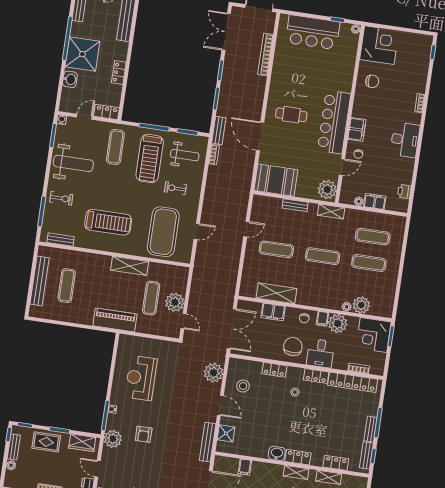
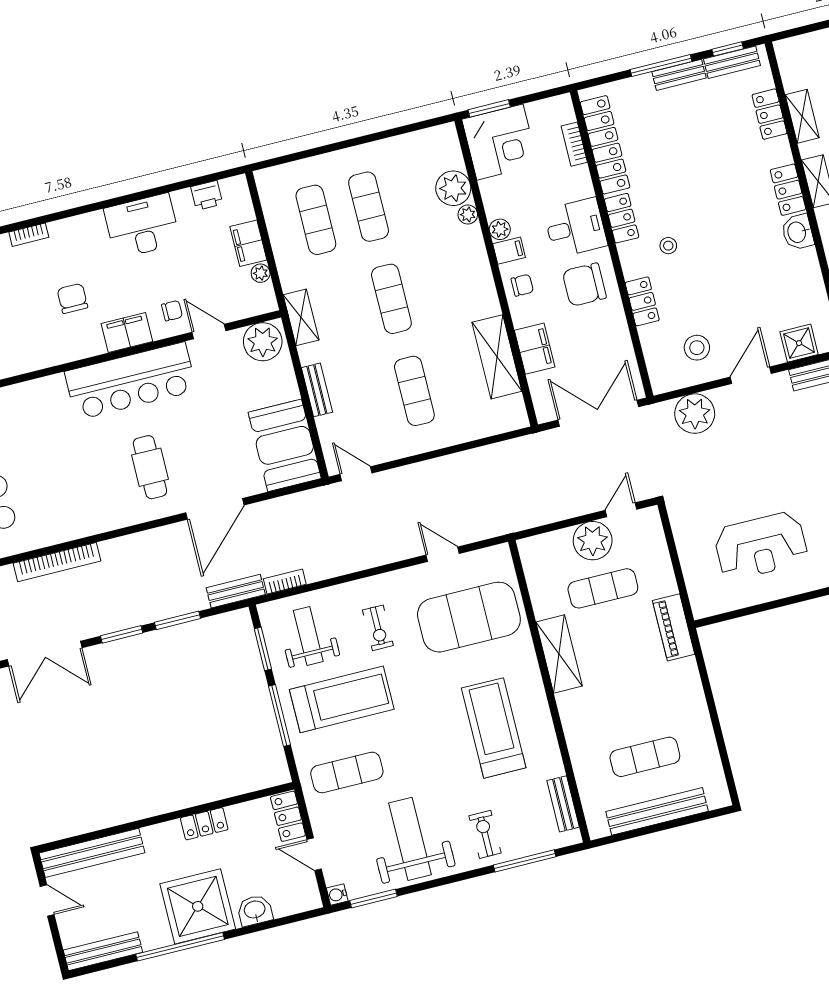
chair: (372, 81) -> (72, 298), moved
desk: (405, 140) -> (142, 226), moved
door: (246, 229) -> (356, 474), moved
piano: (115, 320) -> (674, 627), width x0.73, depth x0.75
plant: (338, 324) -> (500, 229), width x0.53, depth x0.53

